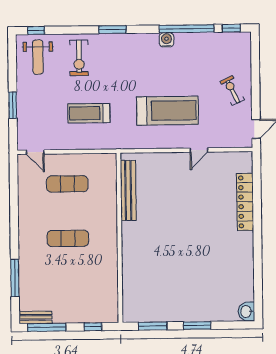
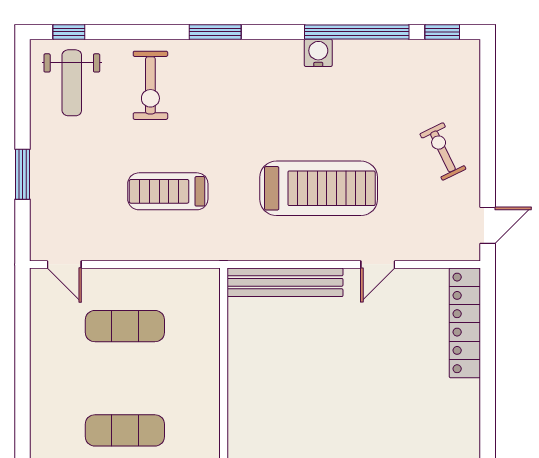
bench: (128, 190) -> (285, 282), moved, turned 90
locker: (245, 202) -> (465, 323), moved

